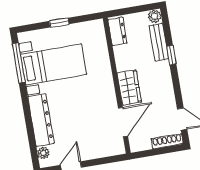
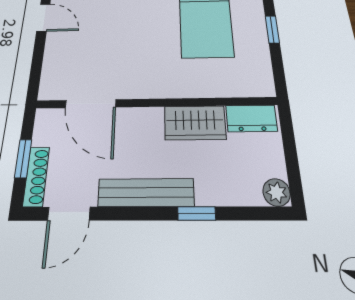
bench: (159, 42) -> (146, 193), moved, width x1.36
wardrobe: (129, 88) -> (195, 123), moved
window: (159, 151) -> (23, 158), added

